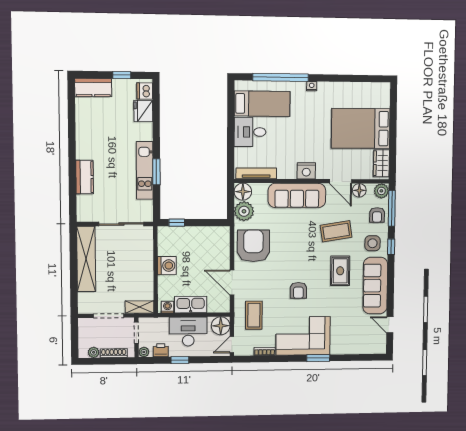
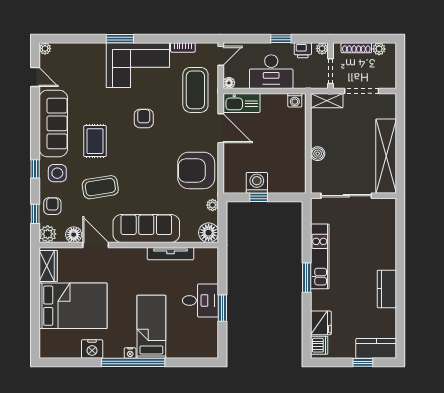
window: (122, 75) -> (363, 362), moved
window: (281, 77) -> (133, 362), moved
bed: (262, 104) -> (151, 327), moved, turned 90
window: (231, 125) -> (222, 308), added
nightstand: (306, 171) -> (92, 349), moved, turned 180
window: (156, 172) -> (307, 278), moved
tv unit: (256, 173) -> (171, 254), moved
kitchen counter: (85, 177) -> (387, 289), moved
window: (392, 208) -> (35, 214), width x0.46
plant: (244, 211) -> (212, 205), width x0.53, depth x0.53
window: (177, 223) -> (259, 197), moved
armchair: (253, 246) -> (196, 170), turned 90
boiler: (147, 261) -> (318, 154), added
washing machine: (167, 266) -> (257, 183), moved, turned 90
kitchen sink: (191, 305) -> (242, 103), moved
coffee table: (254, 315) -> (195, 90), width x1.36, depth x1.32
floor lamp: (221, 326) -> (229, 83), width x0.53, depth x0.53
plant: (381, 349) -> (45, 48), added

